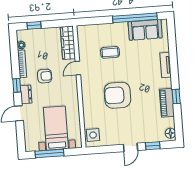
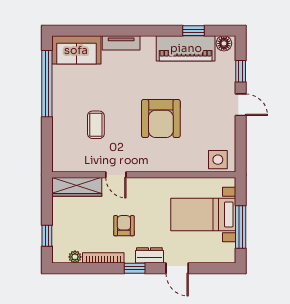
sofa: (145, 30) -> (76, 50), moved, turned 90
window: (176, 96) -> (194, 31), moved
piano: (167, 103) -> (186, 48), width x1.37, depth x1.33

